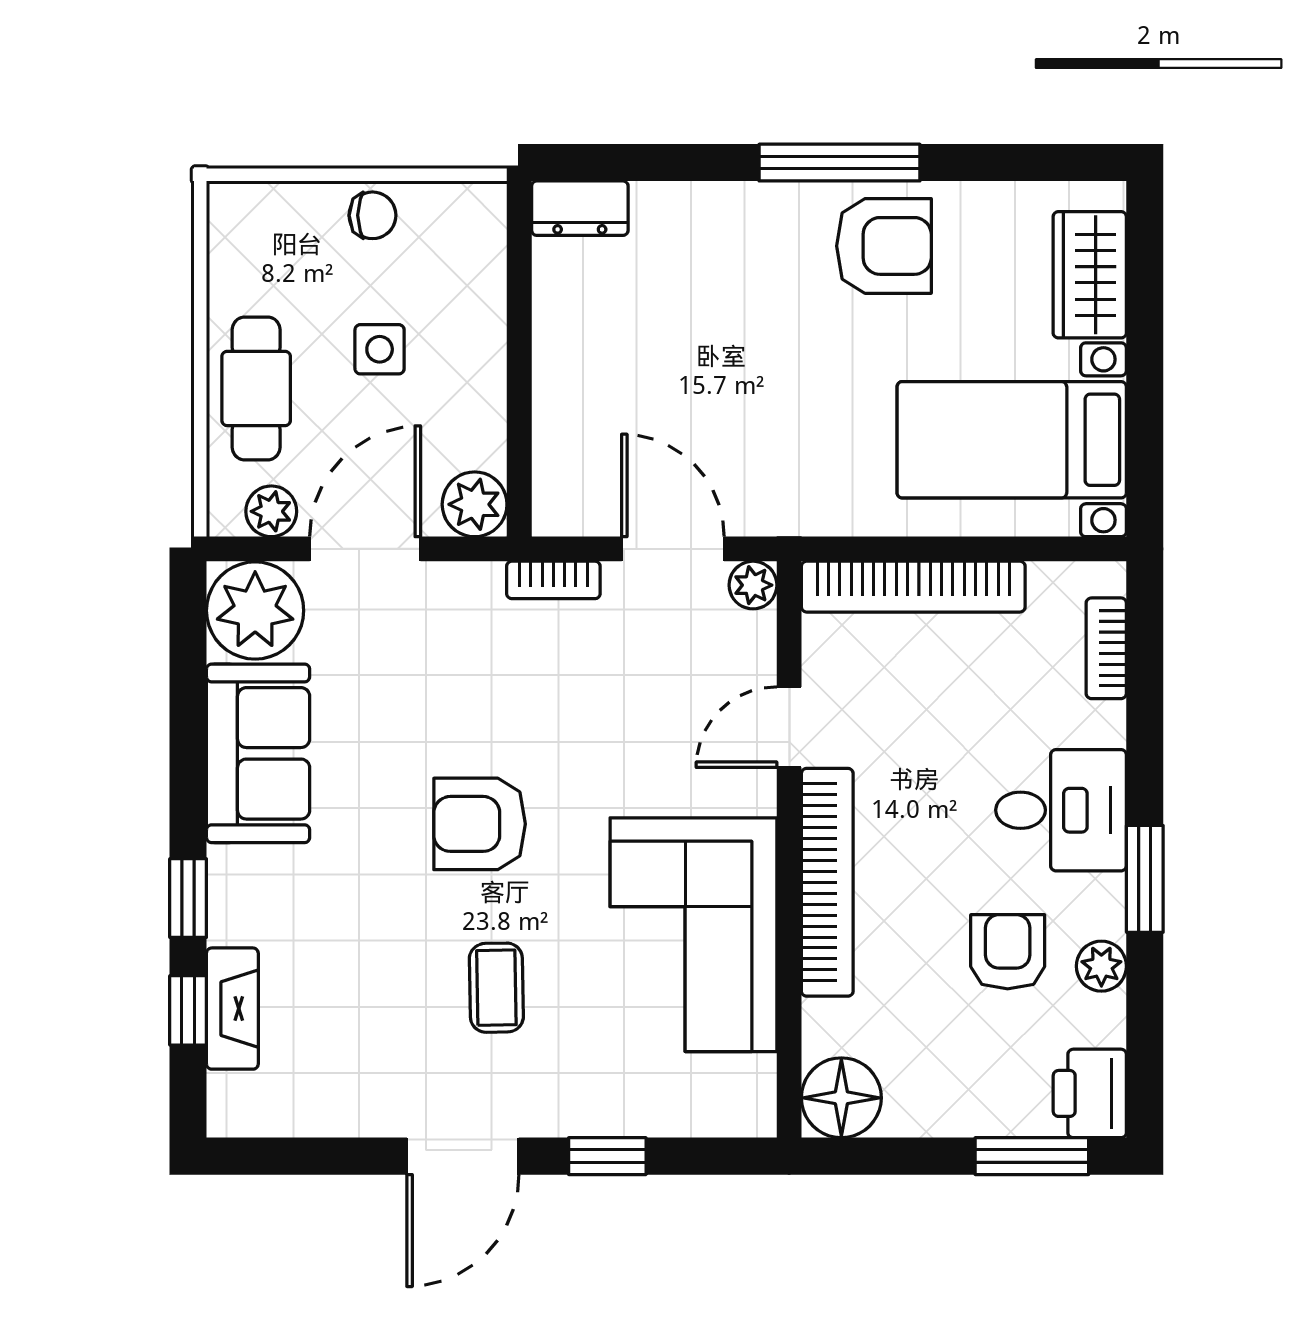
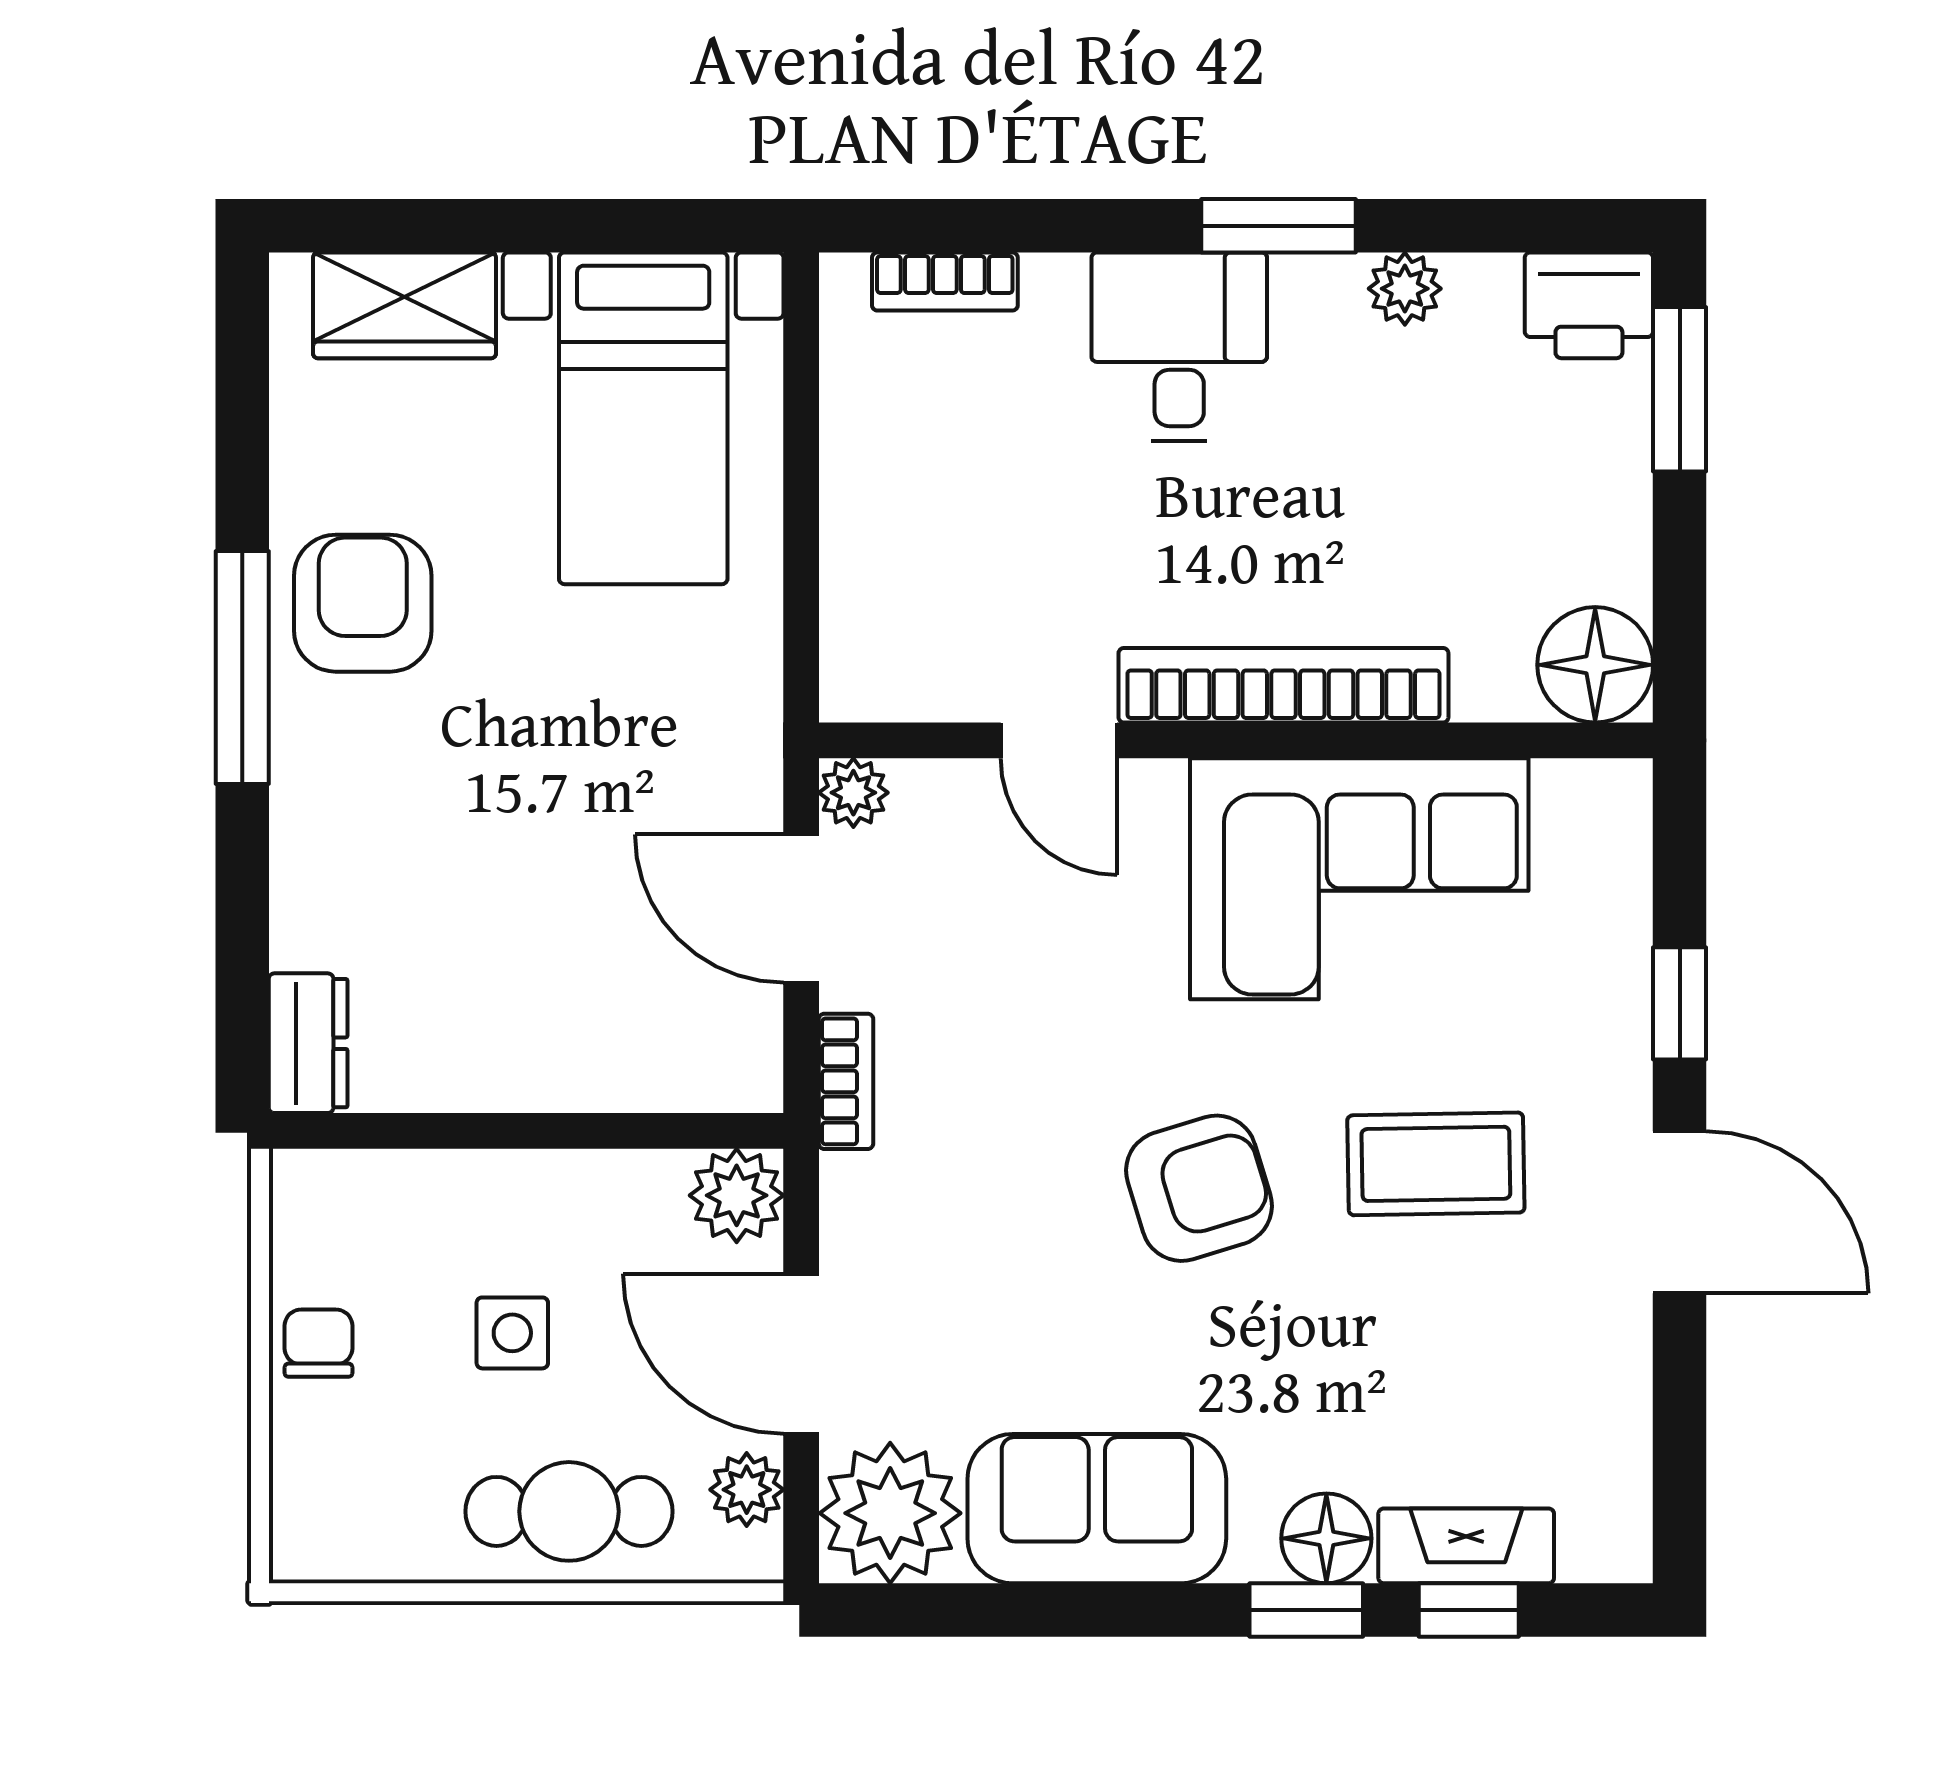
door: (673, 549) -> (801, 909), hinge flipped
bookcase: (913, 587) -> (856, 561), removed
armchair: (480, 824) -> (1199, 1188), turned -107
floor lamp: (238, 912) -> (1326, 1538), added
armchair: (1008, 952) -> (1384, 424), removed
coffee table: (496, 988) -> (1436, 1164), width x1.36, depth x1.30

